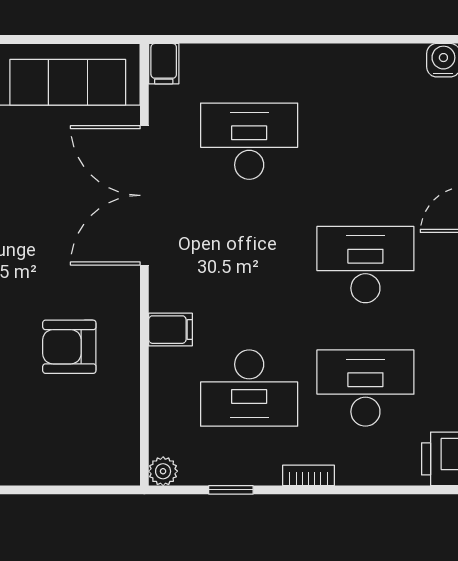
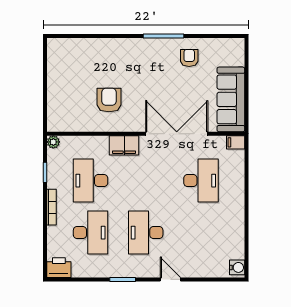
desk: (365, 265) -> (146, 233), turned 180
filing cabinet: (170, 330) -> (124, 145), width x2.00
bookcase: (308, 475) -> (51, 207), width x1.56

